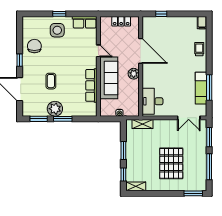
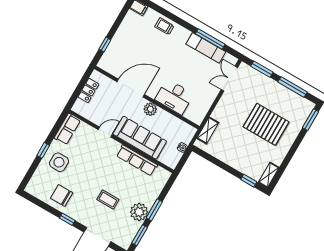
desk: (153, 101) -> (174, 97), moved
double door: (189, 118) -> (229, 79), swing flipped
window: (123, 151) -> (224, 166), removed

